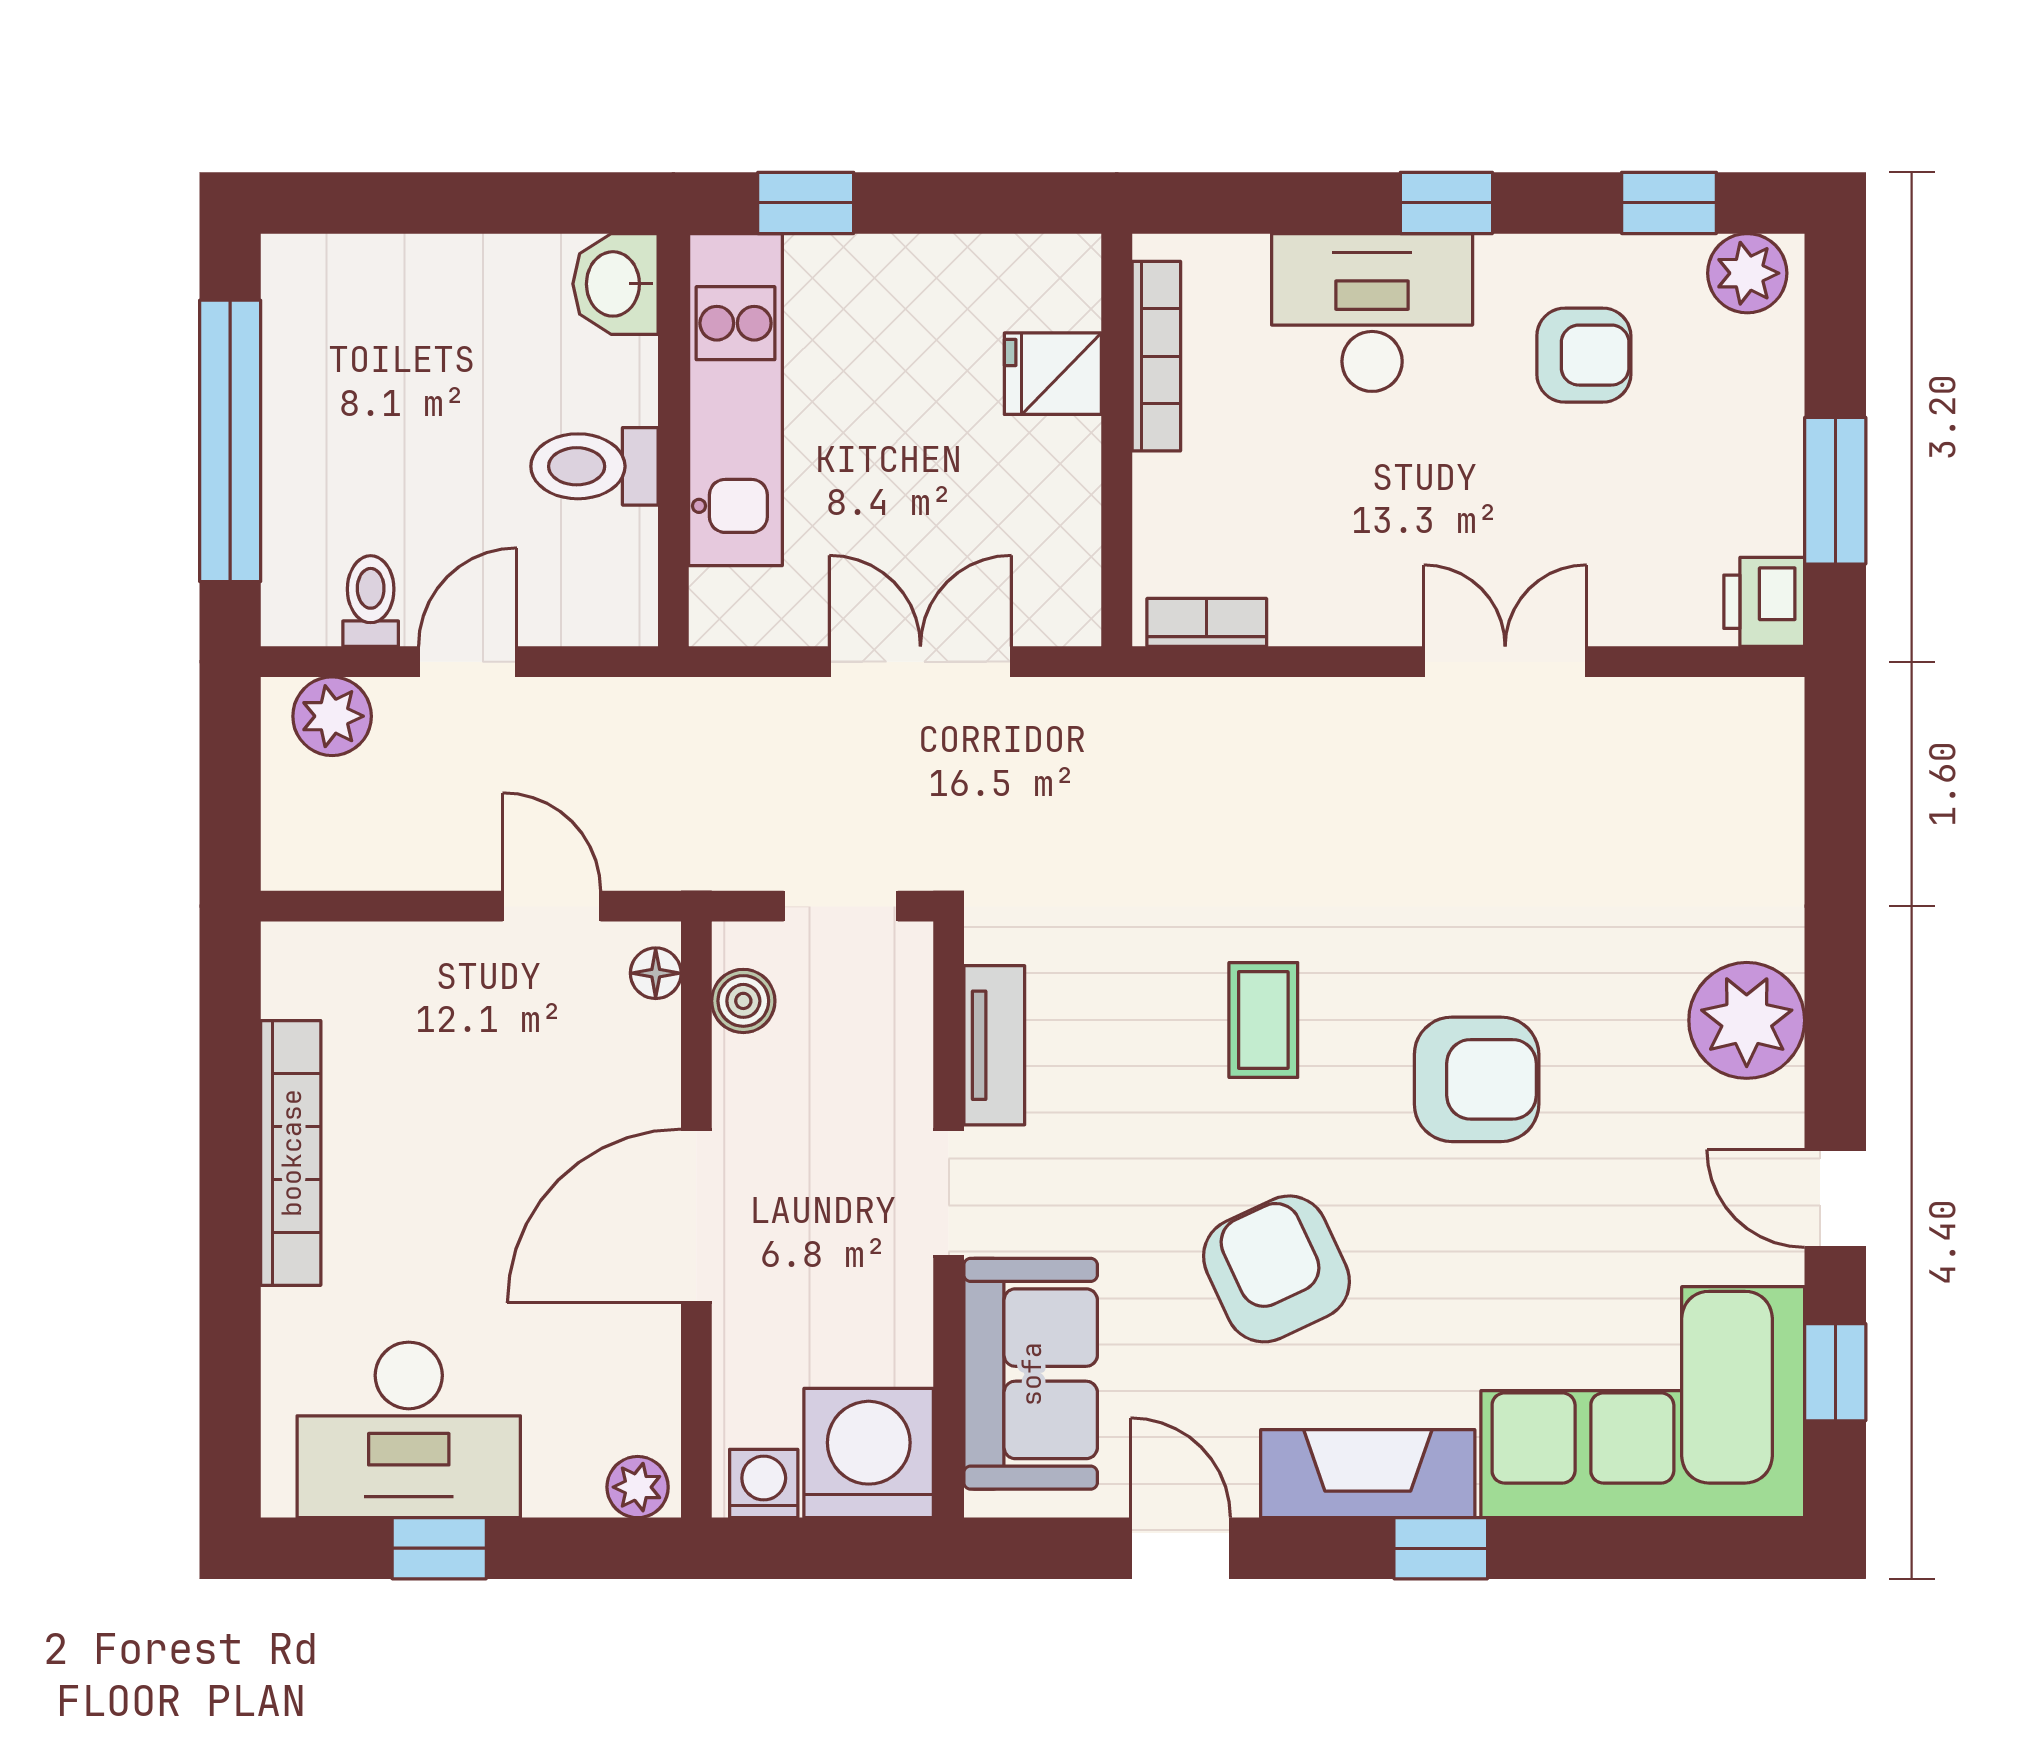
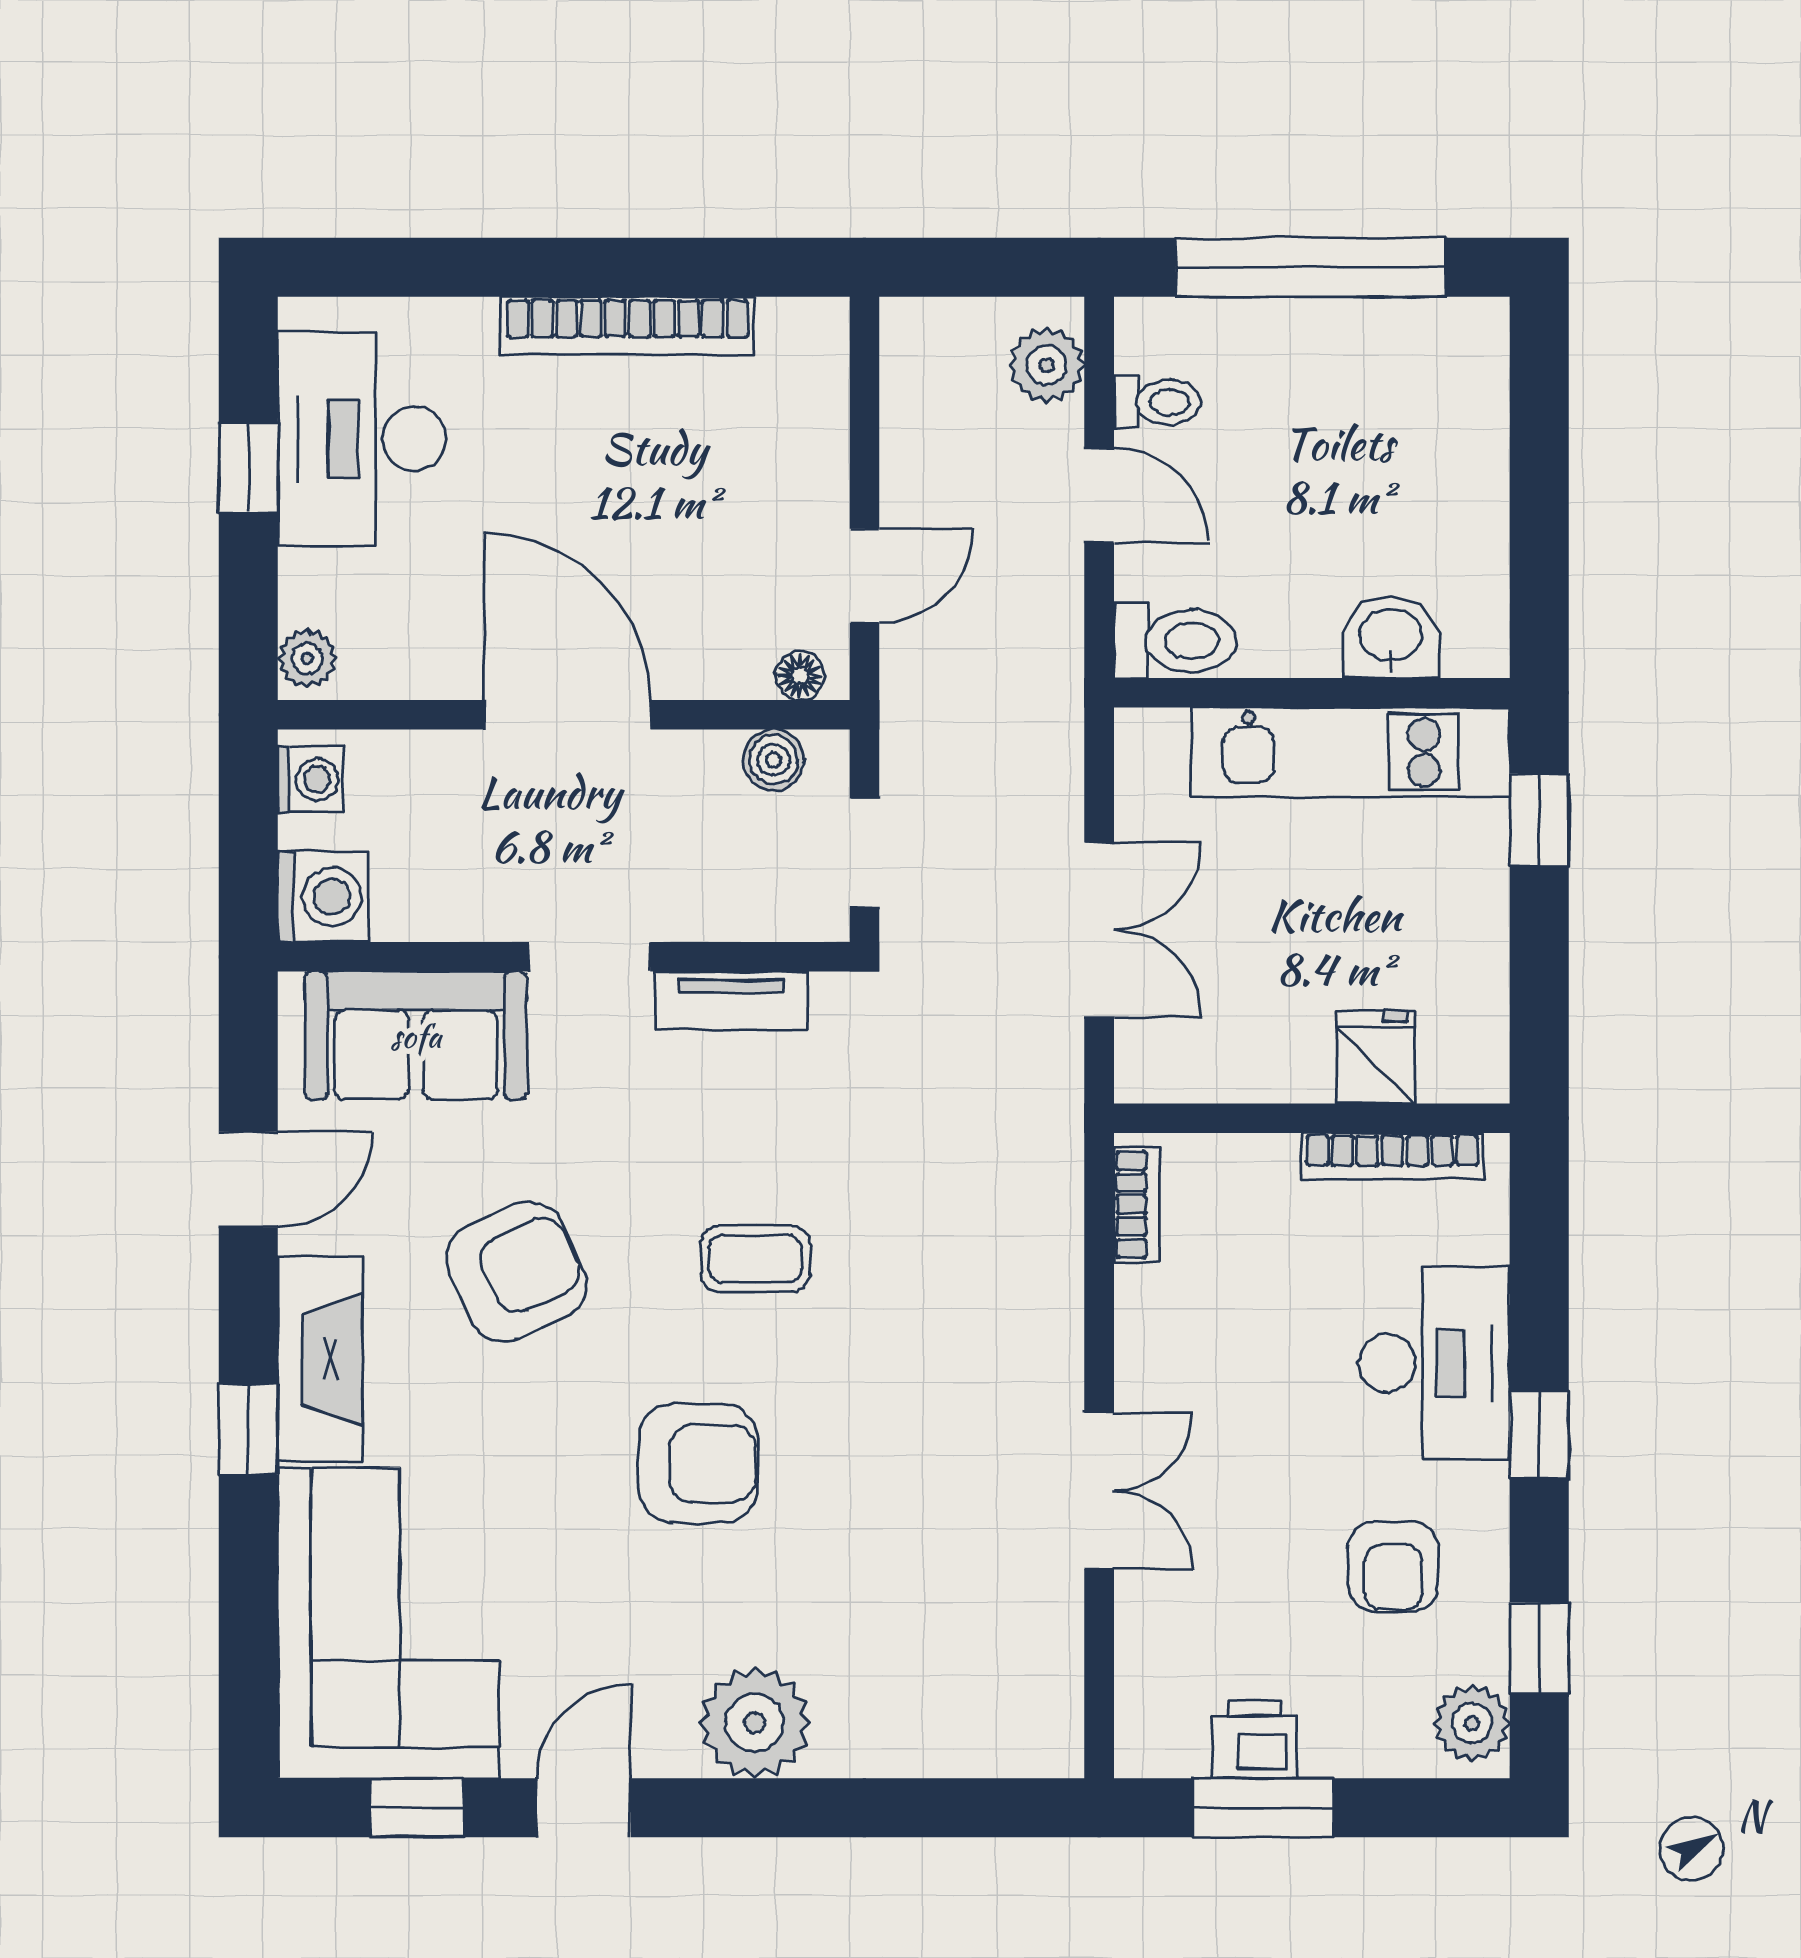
washbasin: (615, 284) -> (1391, 637), moved
toilet: (594, 466) -> (1175, 641), moved, turned 90
printer: (1764, 602) -> (1254, 1740), moved
armchair: (1477, 1079) -> (698, 1463), turned -90
washing machine: (869, 1453) -> (323, 897), width x0.73, depth x0.73

